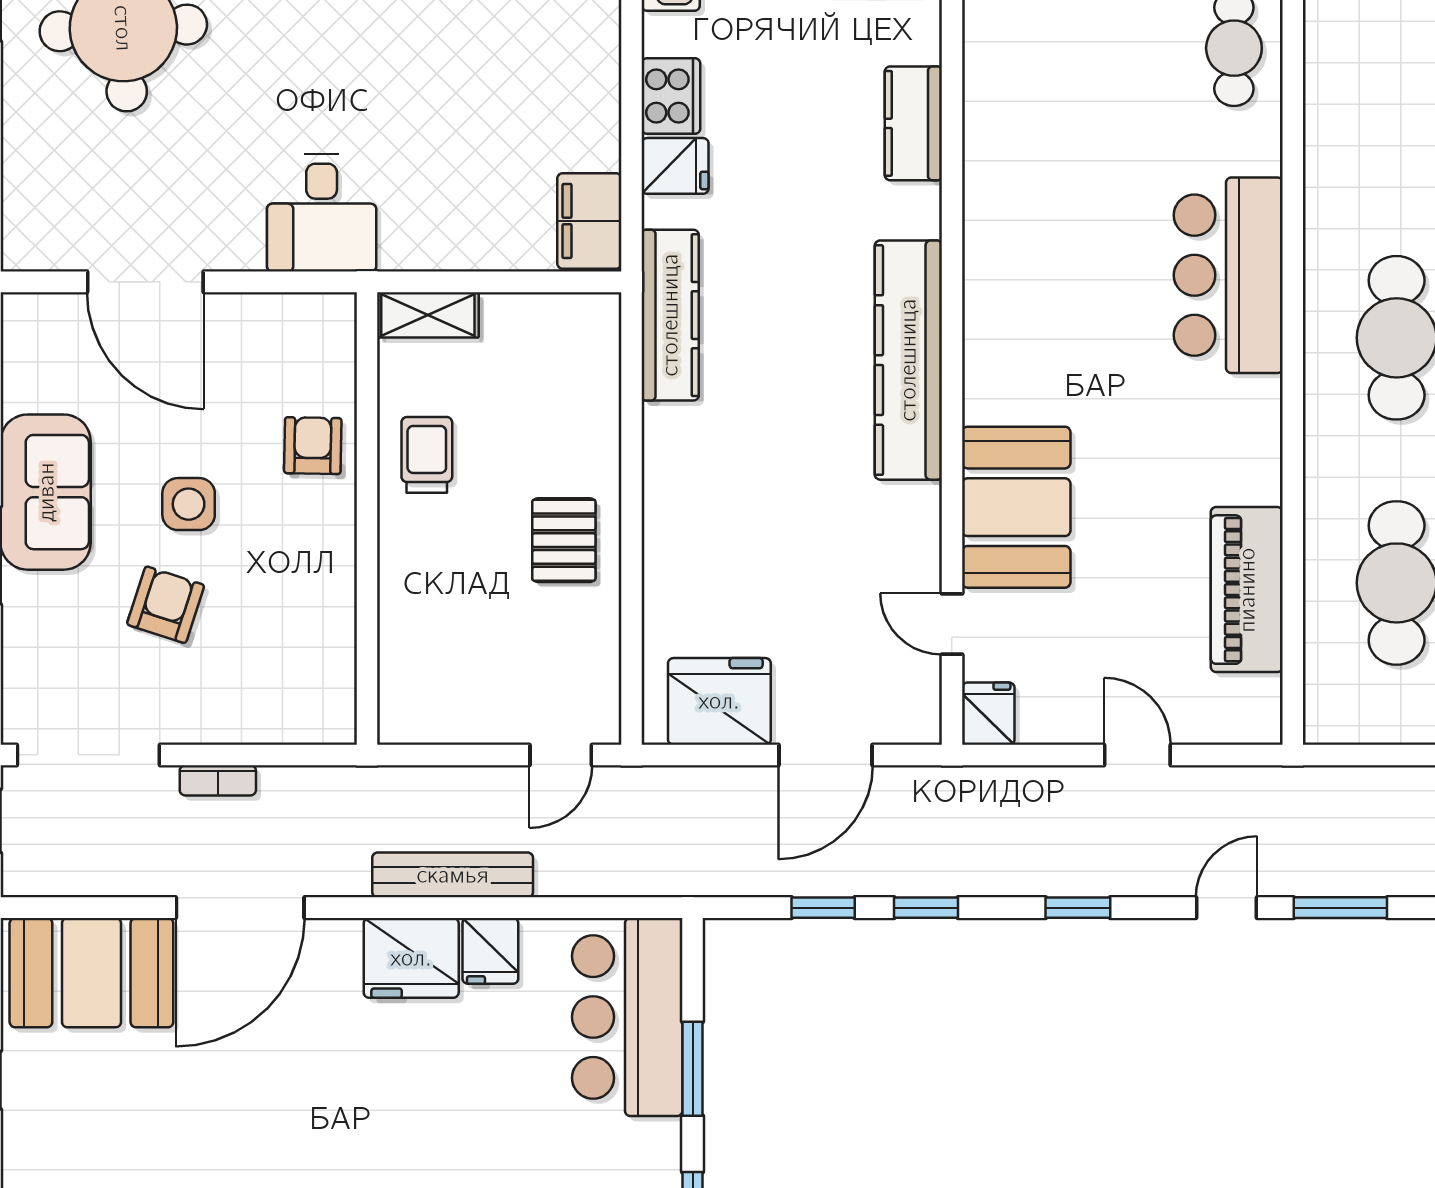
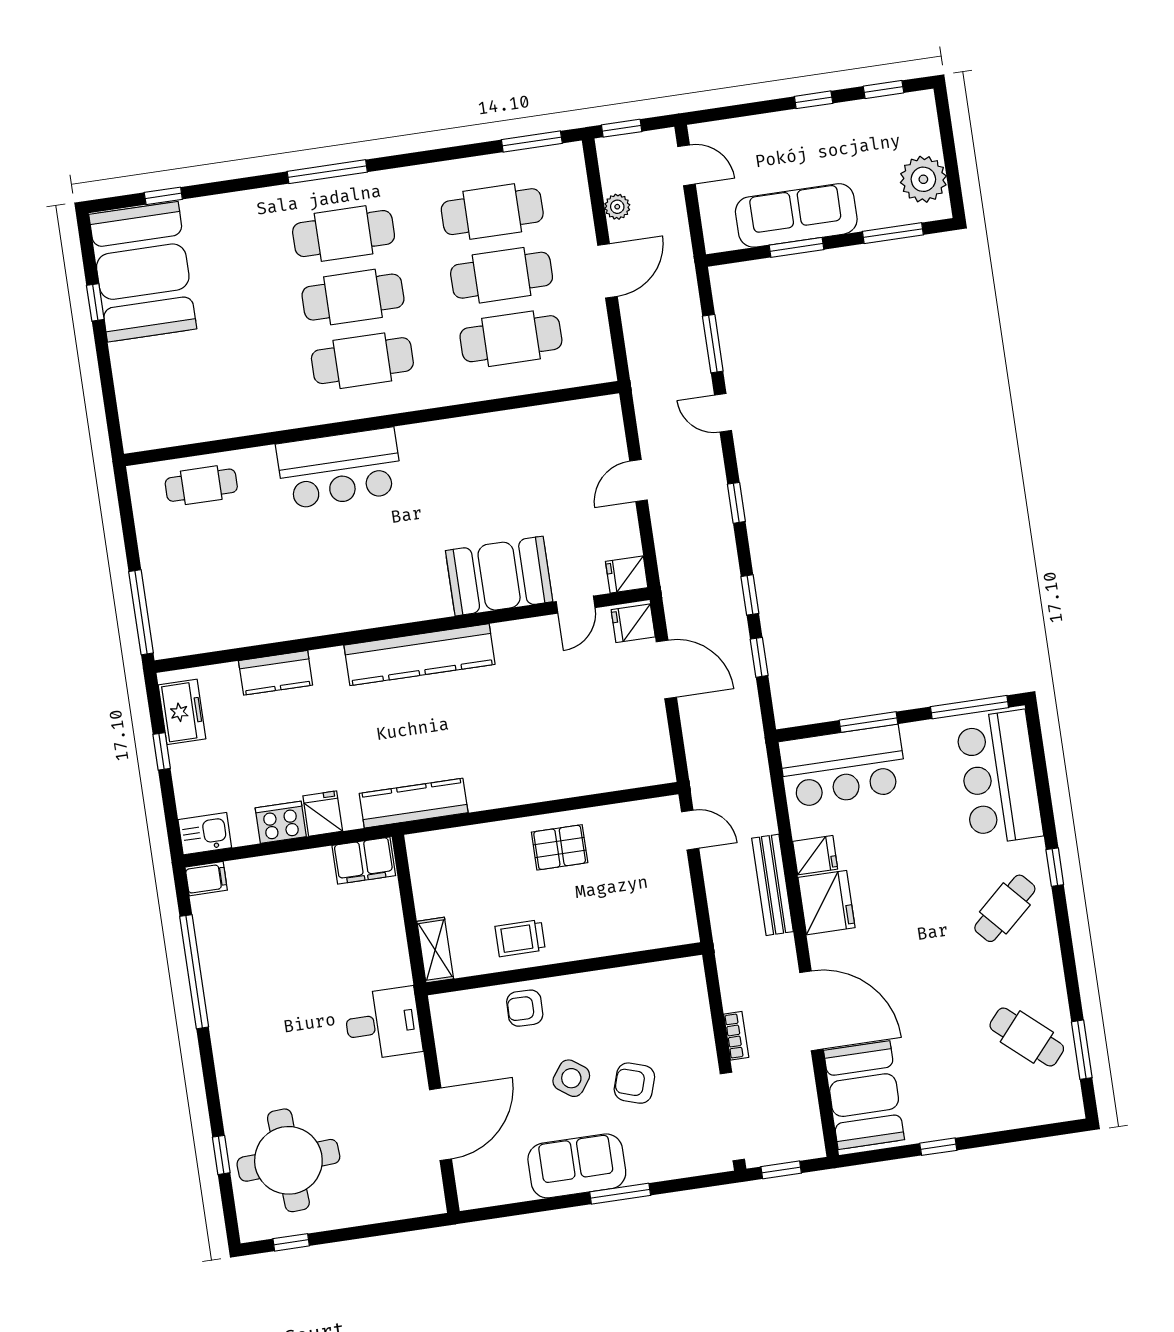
side table: (189, 504) -> (571, 1078), turned 36
piano: (1247, 590) -> (528, 429), removed
fridge: (719, 701) -> (633, 623), moved, width x0.53, depth x0.75

